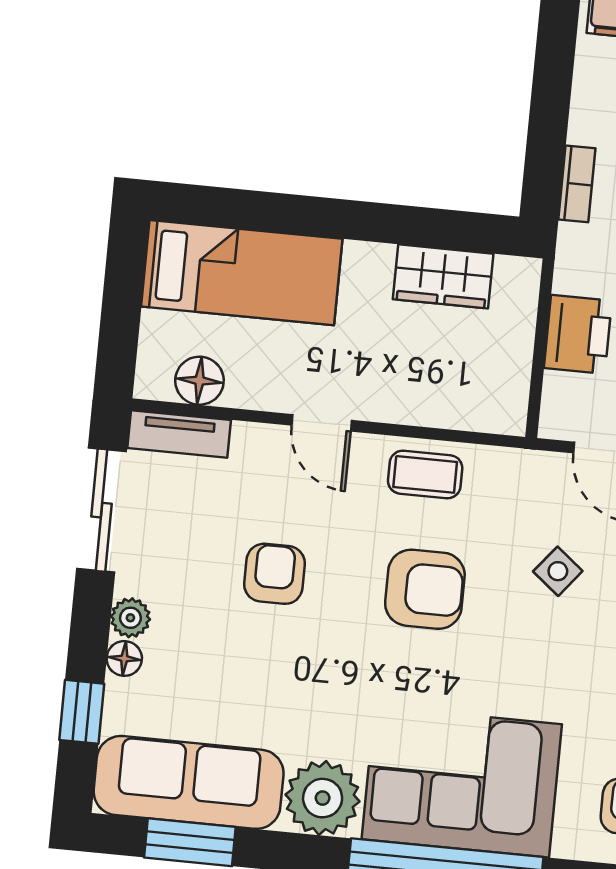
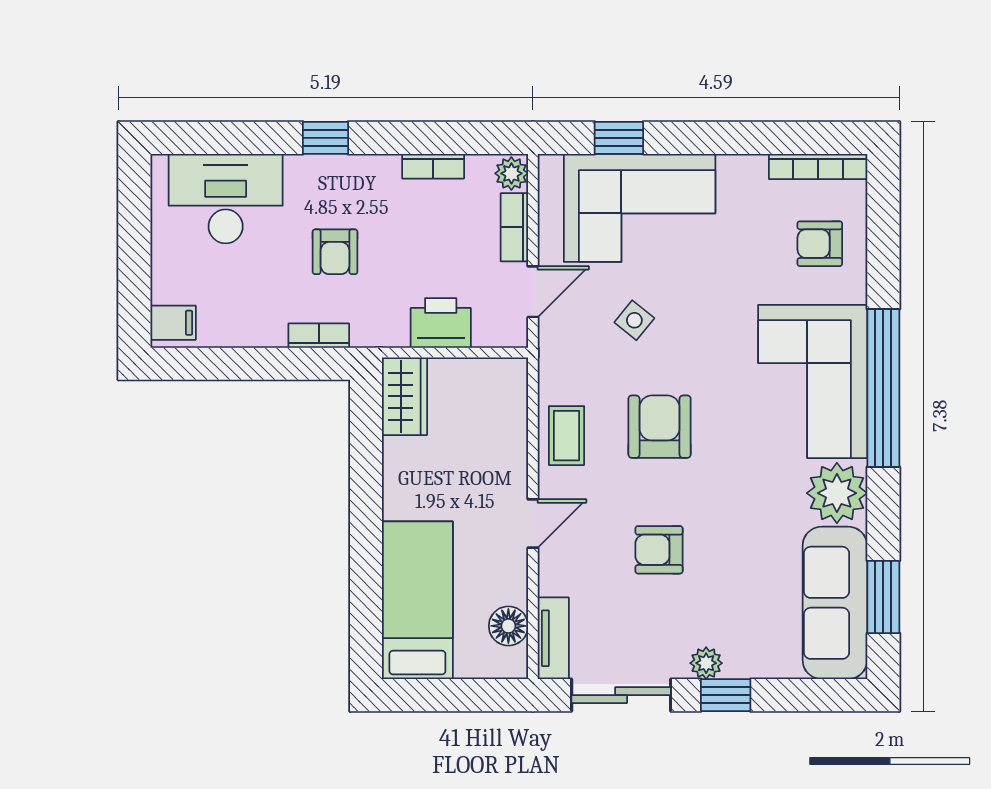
wardrobe: (443, 276) -> (404, 396), moved
floor lamp: (124, 658) -> (740, 665), removed
window: (82, 712) -> (726, 695), moved

